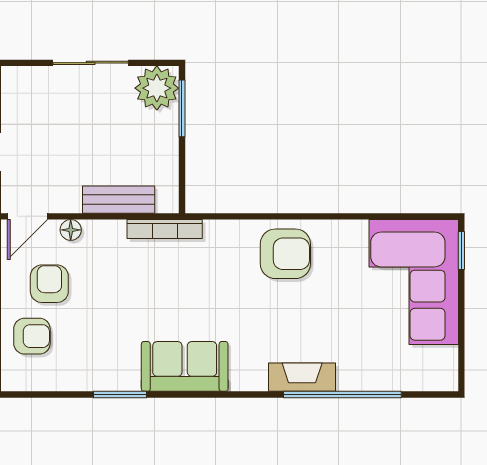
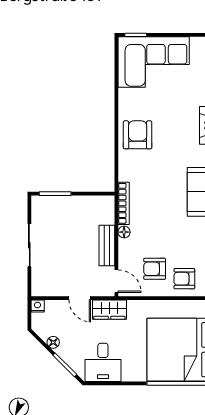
plant: (157, 88) -> (44, 208), removed
bench: (119, 200) -> (107, 246), moved
floor lamp: (71, 230) -> (124, 232), moved
armchair: (32, 336) -> (184, 279), turned -90

